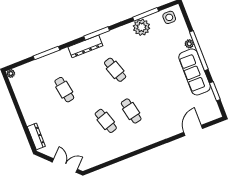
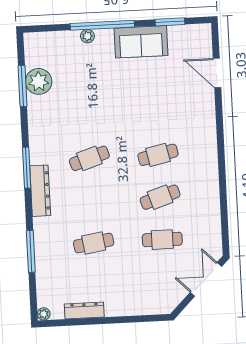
side table: (169, 17) -> (39, 53), removed
plant: (141, 27) -> (39, 81), moved
sofa: (195, 72) -> (141, 42), width x0.73
cafe table: (80, 131) -> (162, 240), added
dresser: (36, 136) -> (84, 311), moved

